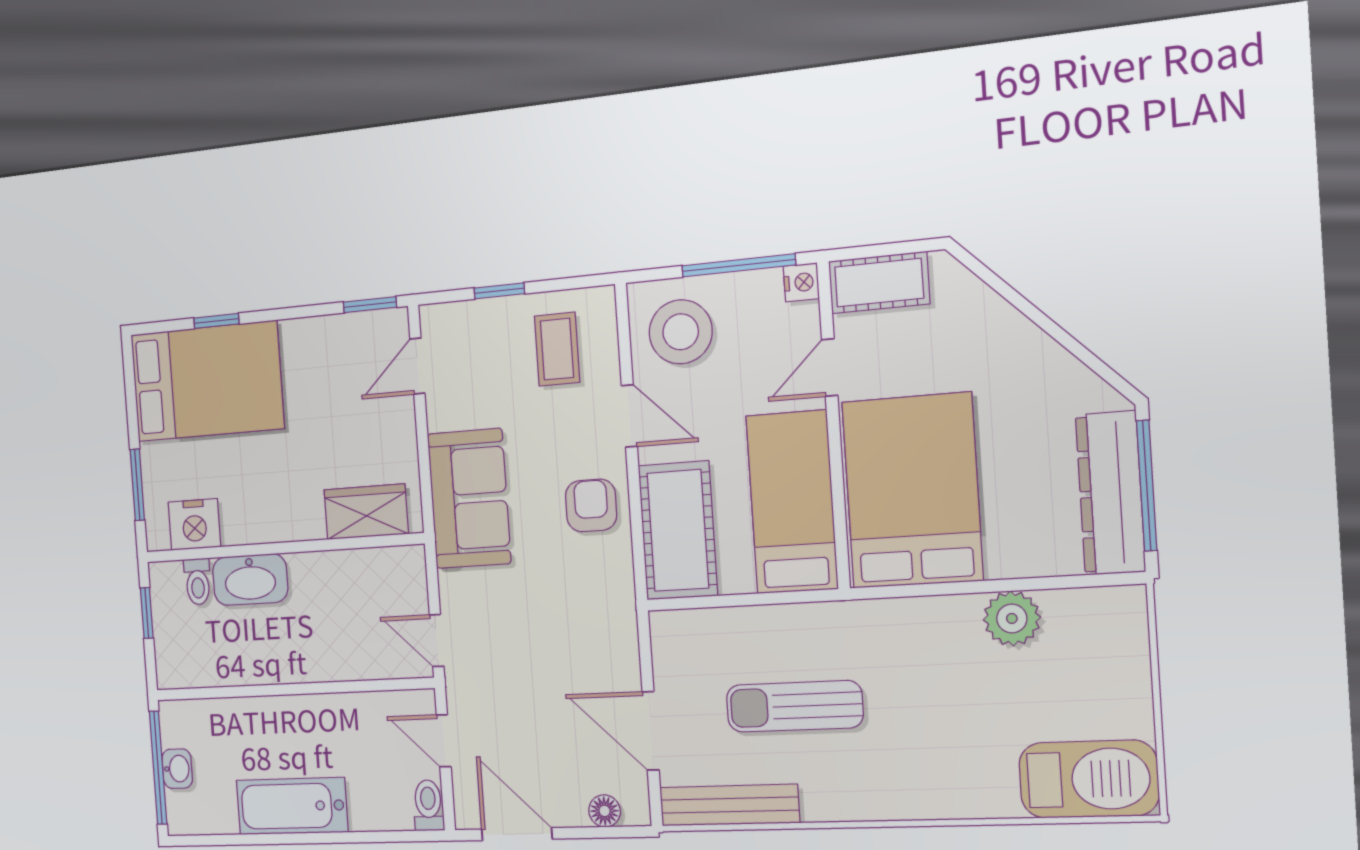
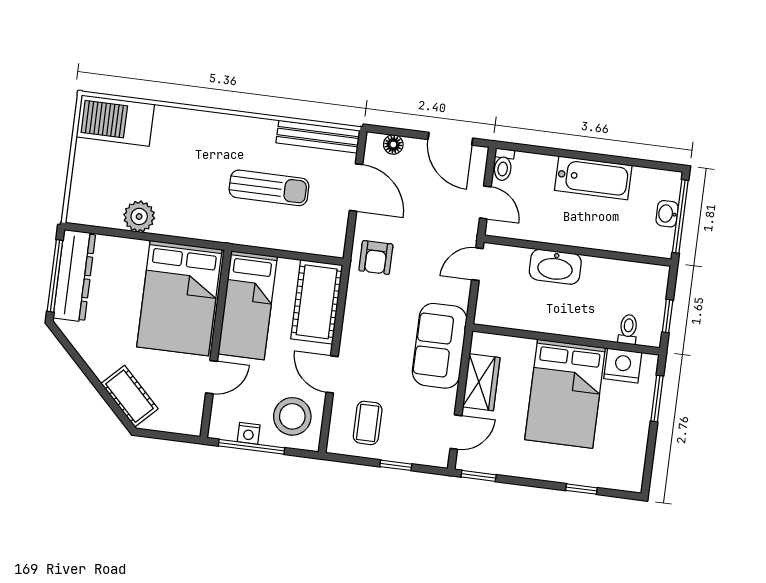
nightstand: (801, 282) -> (249, 433), moved, turned -90
cot: (879, 283) -> (130, 396), moved, turned 45
bed: (207, 381) -> (565, 394), moved, turned -90
armchair: (591, 505) -> (376, 257), moved
wardrobe: (366, 512) -> (481, 382), moved, turned -90
washbasin: (250, 580) -> (555, 267), moved, turned 180
door: (437, 641) -> (477, 264), swing flipped

